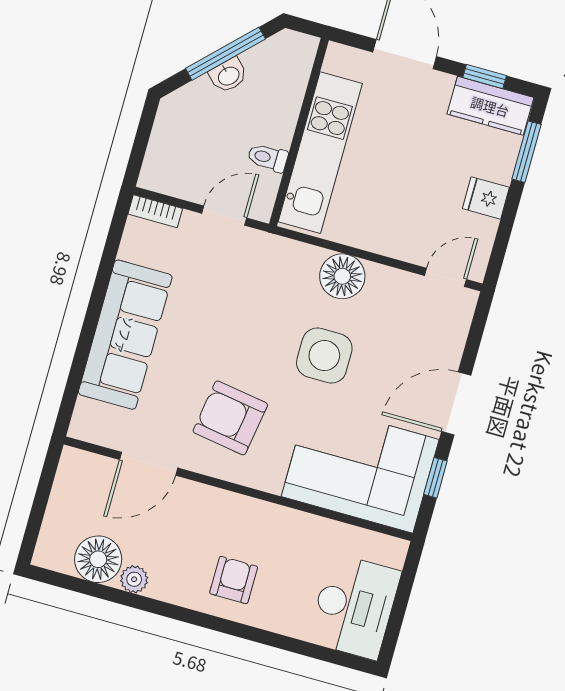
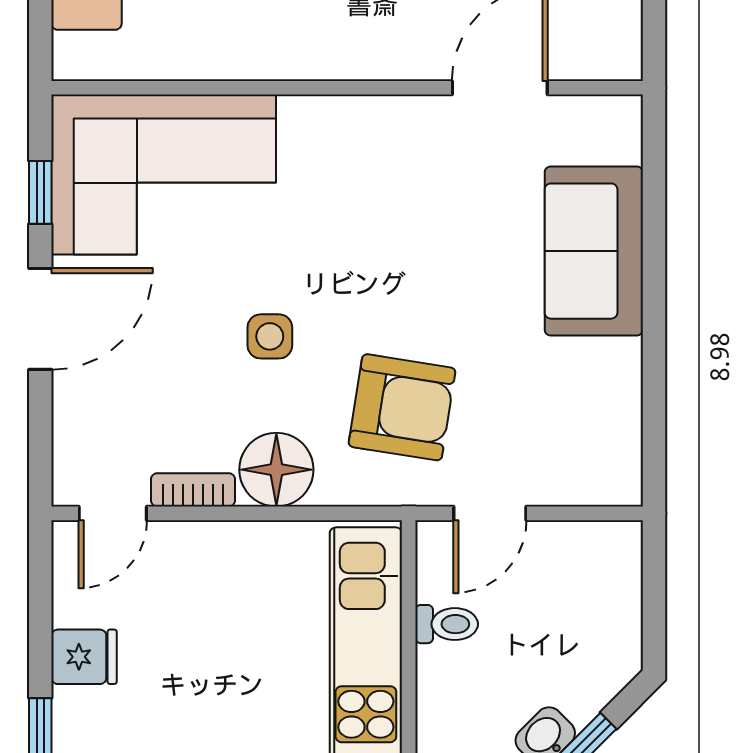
bookcase: (155, 211) -> (193, 490), moved
sofa: (125, 335) -> (594, 251), width x0.73
side table: (324, 356) -> (270, 336), width x0.54, depth x0.54
armchair: (230, 418) -> (402, 407), moved

